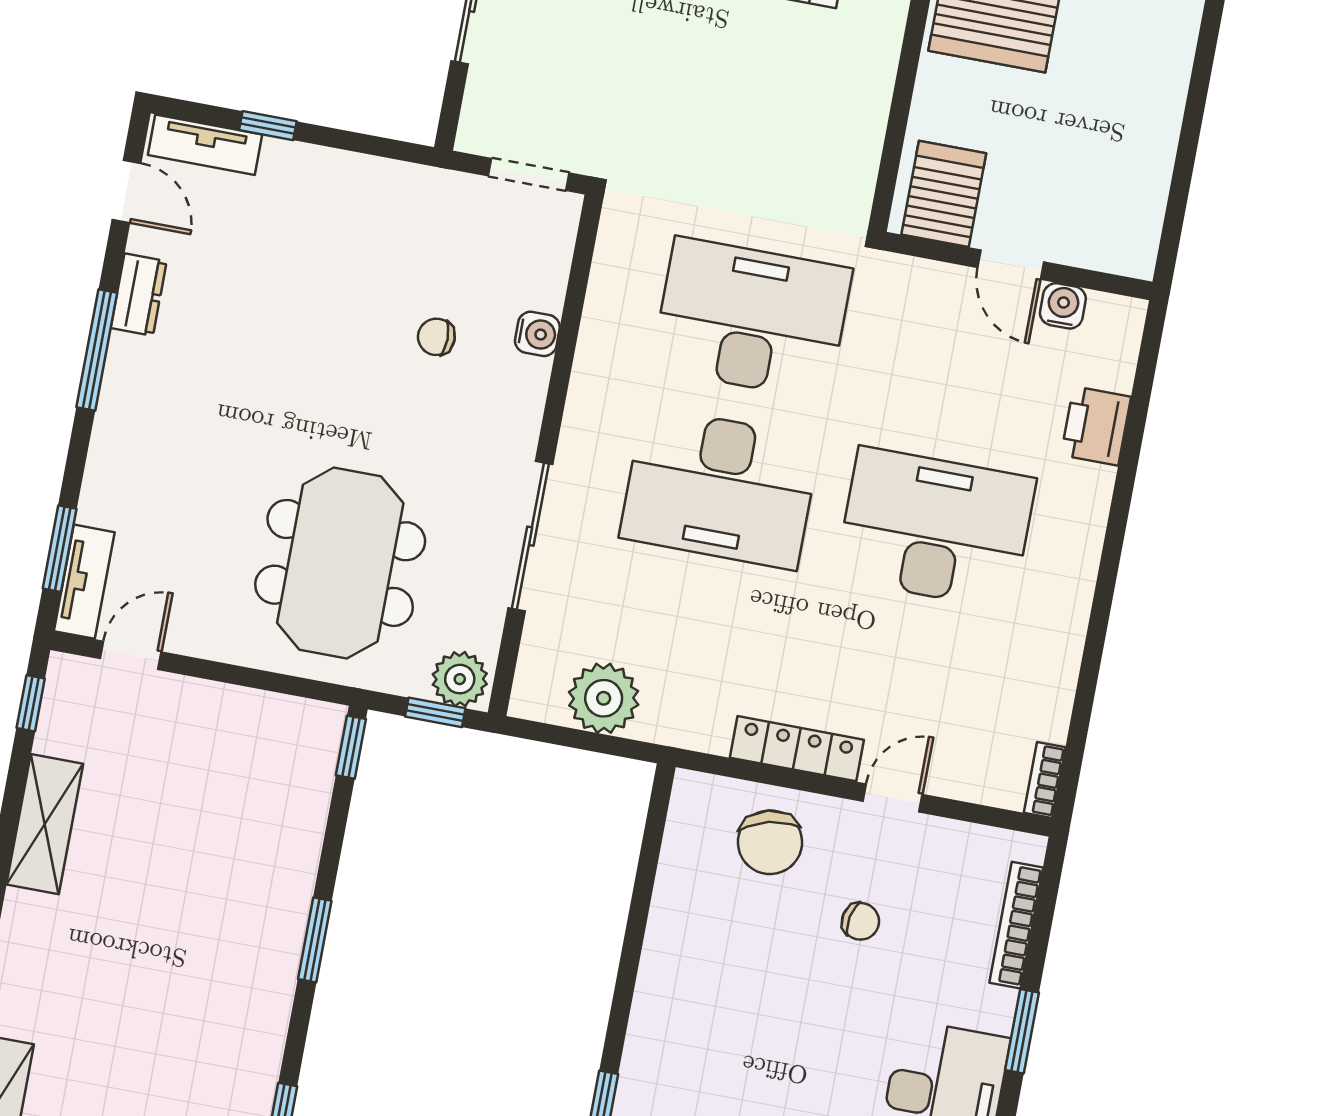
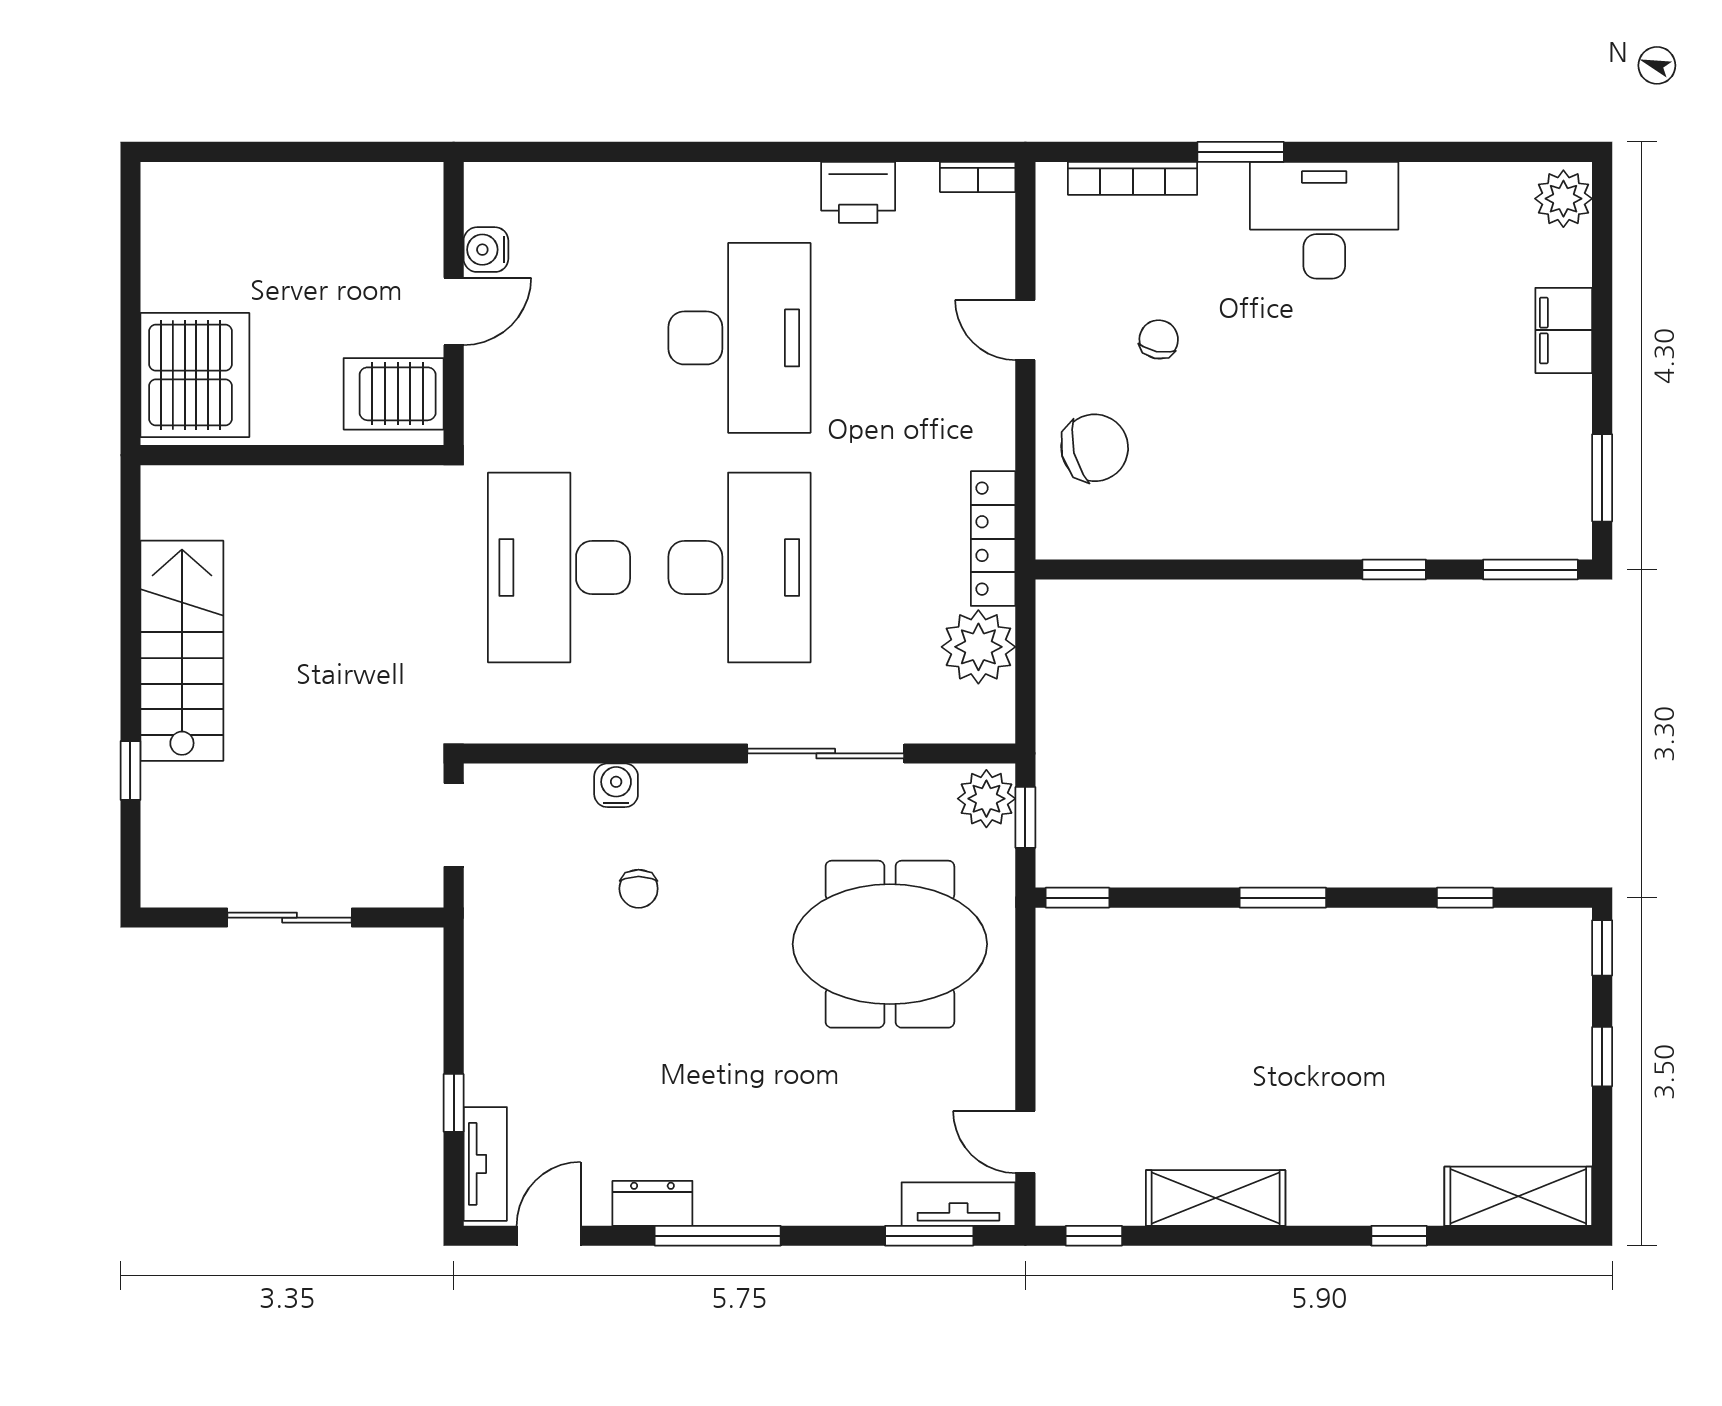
printer: (1096, 426) -> (858, 192), moved
desk: (935, 528) -> (739, 338), turned 180
locker: (797, 749) -> (993, 539), moved

